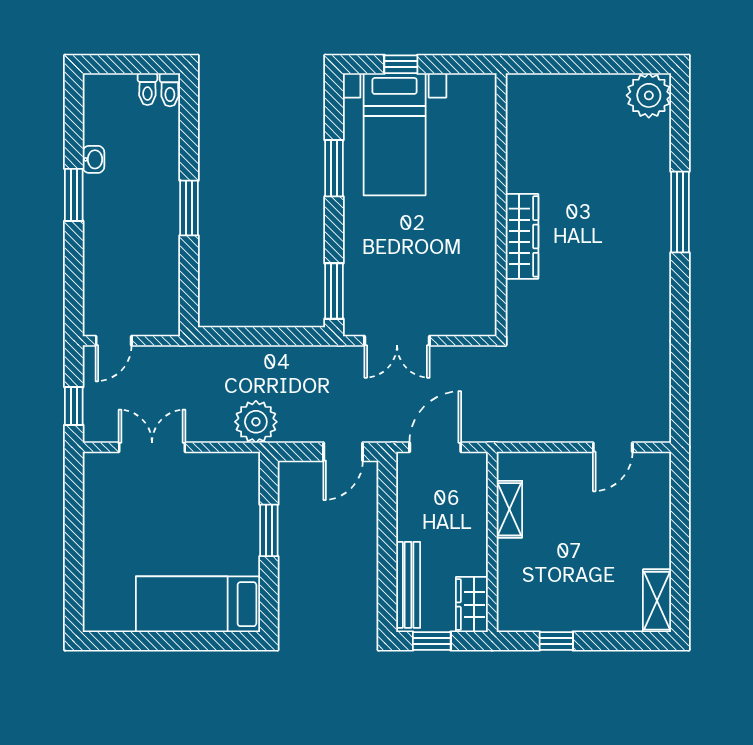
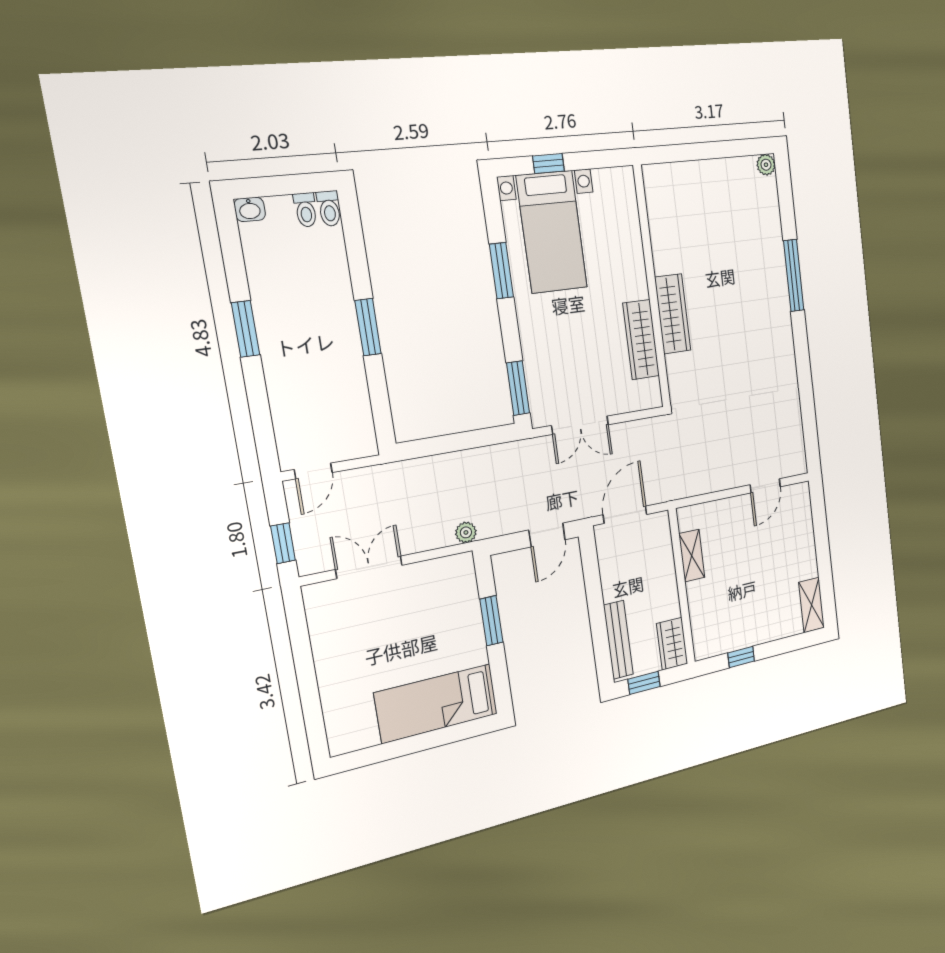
plant: (649, 95) -> (766, 165), width x0.53, depth x0.53
washbasin: (93, 159) -> (250, 209), moved, turned 90
wardrobe: (480, 259) -> (641, 340), added
plant: (256, 422) -> (466, 532), width x0.53, depth x0.53

